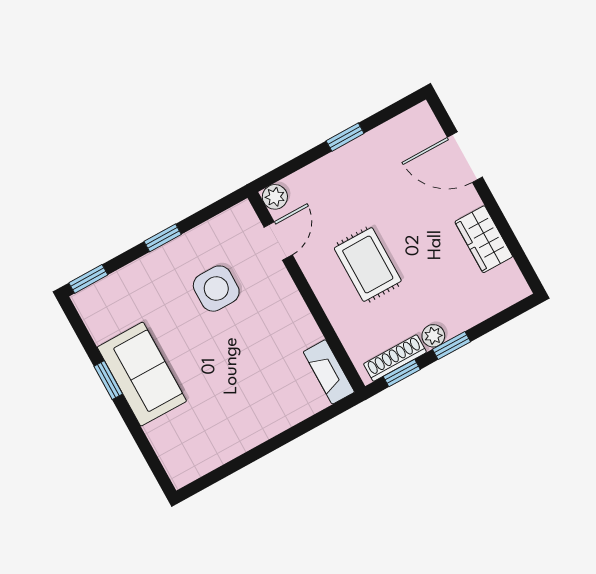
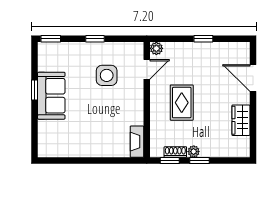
shoe rack: (395, 358) -> (175, 152), width x0.70

